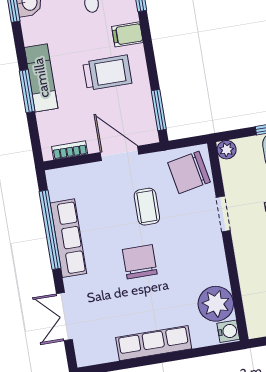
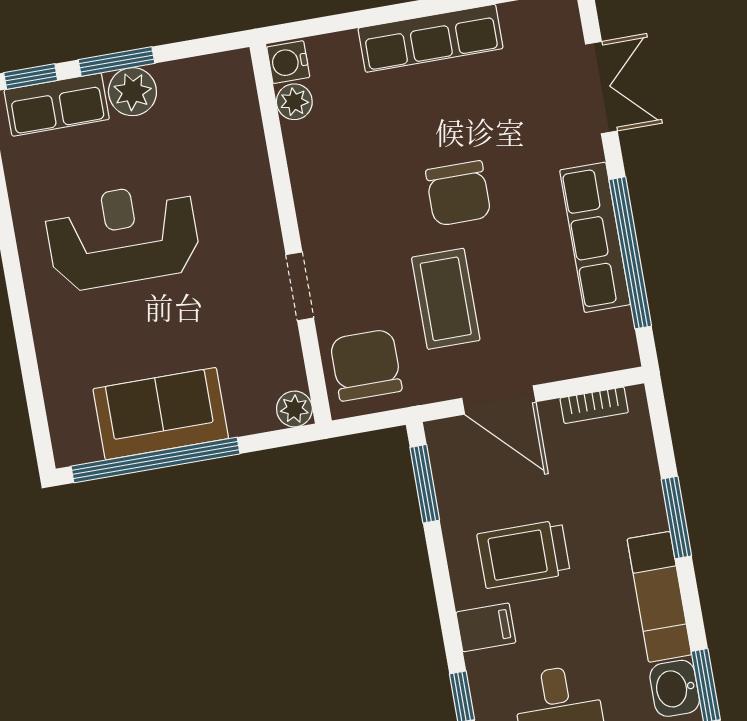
exam couch: (41, 78) -> (659, 597), moved
chair: (189, 172) -> (366, 365), turned -79
coffee table: (147, 207) -> (446, 299), width x1.36, depth x1.30
plant: (216, 304) -> (294, 102), width x0.53, depth x0.53

